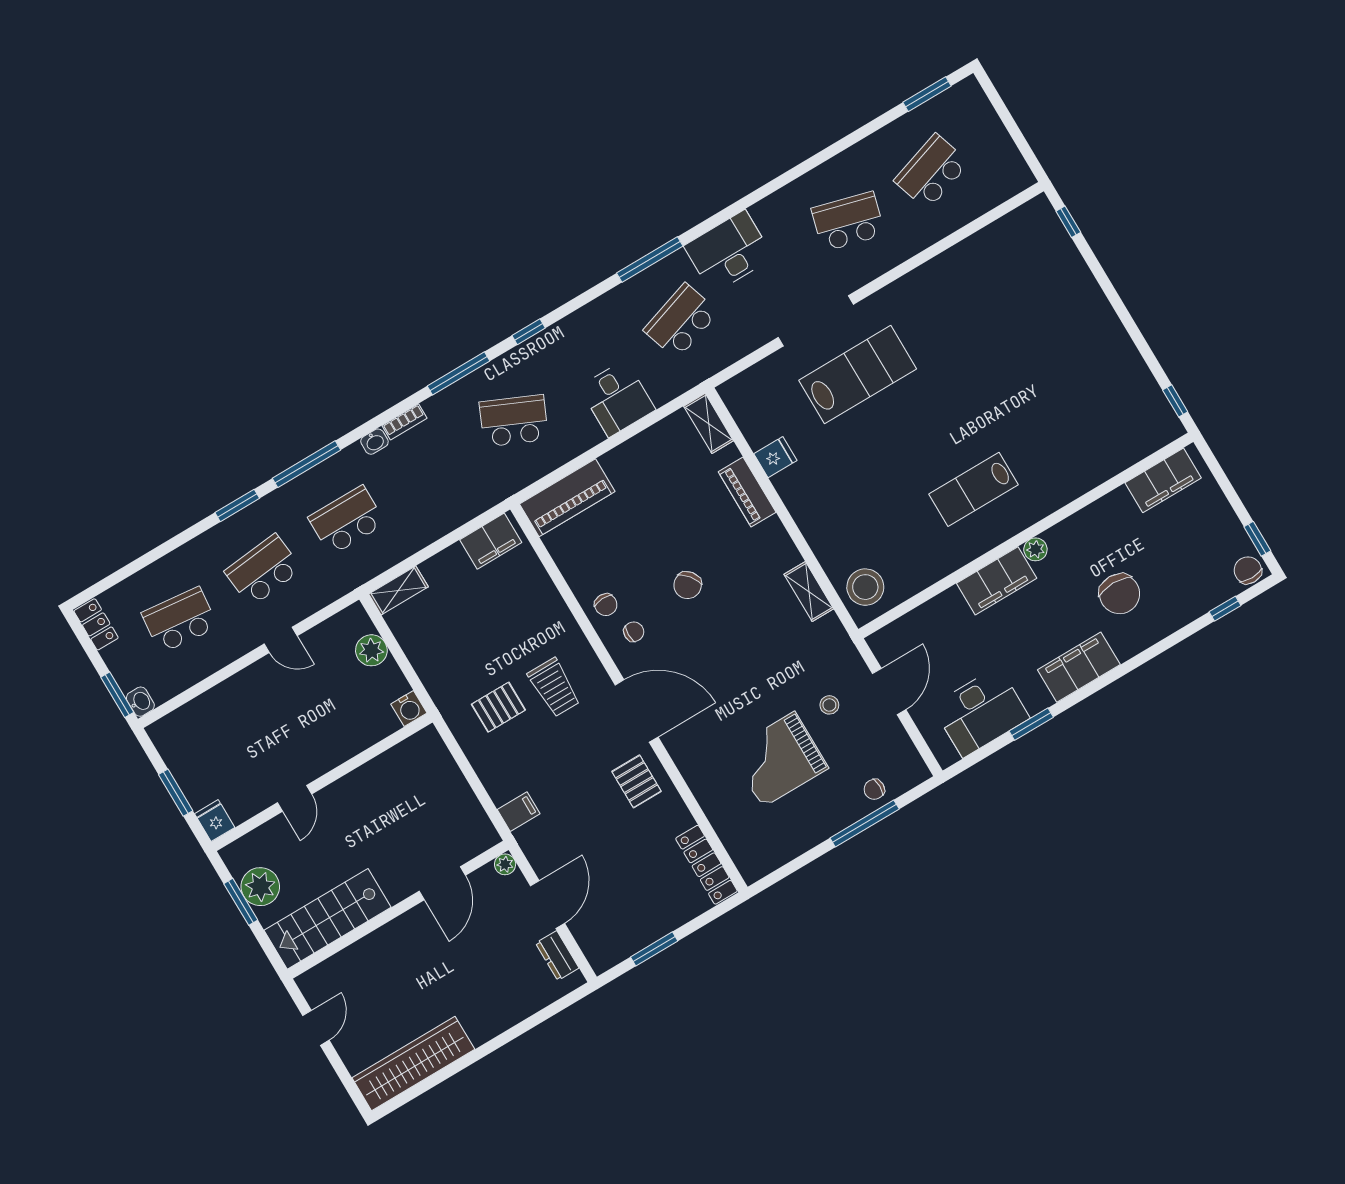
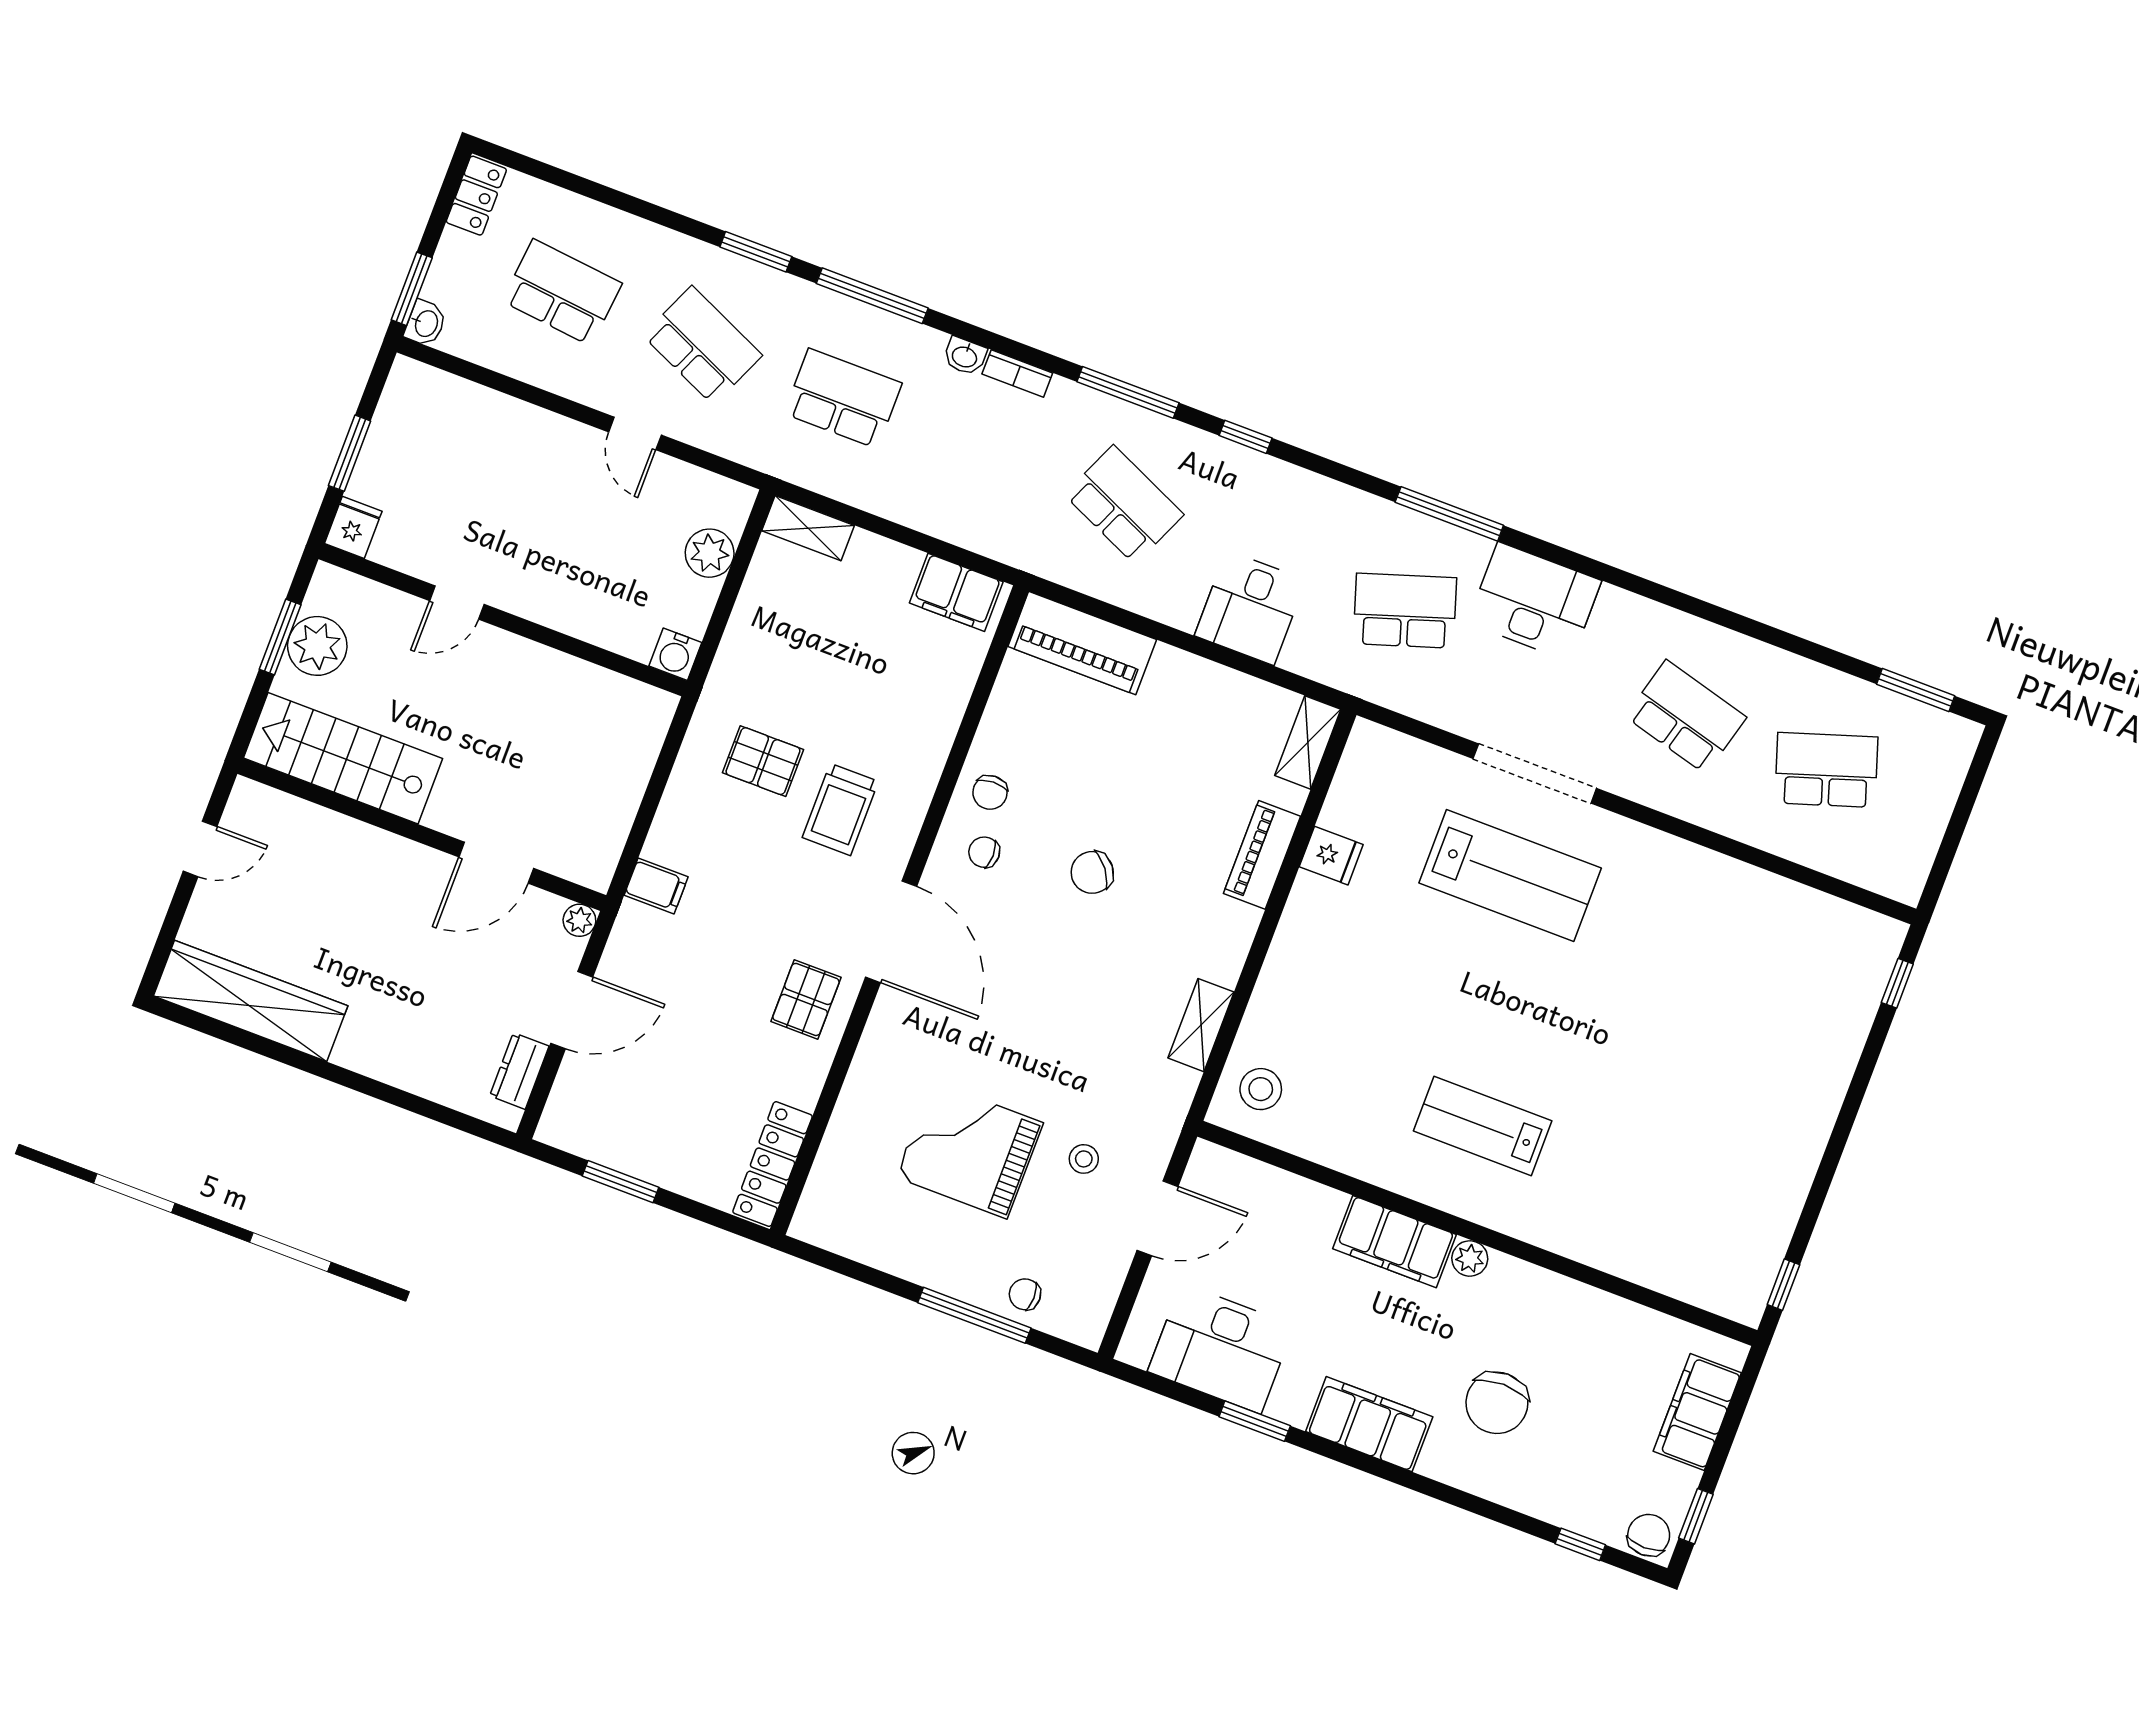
filing cabinet: (1163, 480) -> (1697, 1412), moved, turned 90
school desk: (263, 570) -> (702, 345), turned 30
stool: (865, 587) -> (1261, 1089), width x0.73, depth x0.73
chair: (634, 632) -> (984, 852), turned 180

